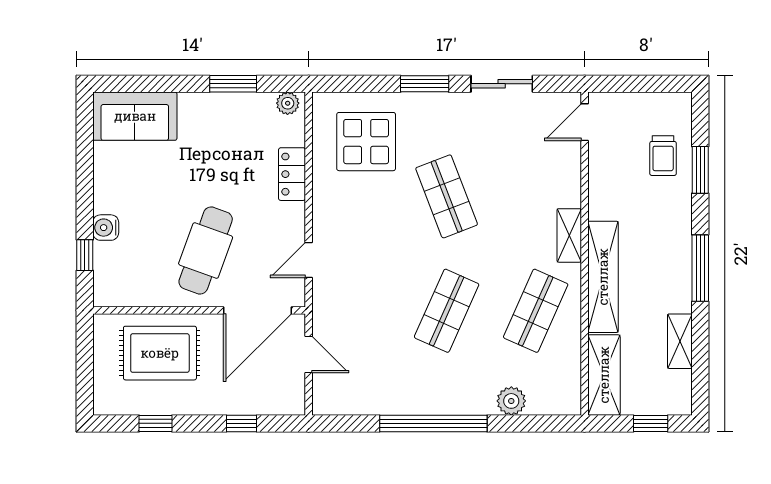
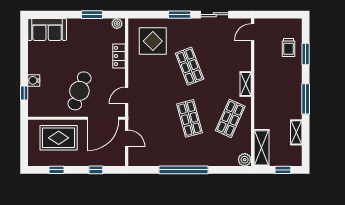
shelving: (603, 277) -> (261, 103), removed
shop shelf: (447, 311) -> (190, 118), turned -39
plant: (511, 401) -> (245, 160), moved

